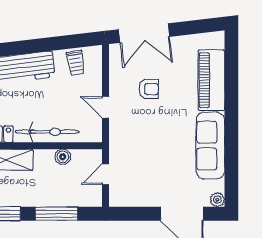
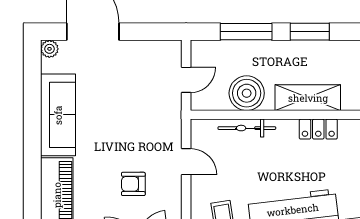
bicycle: (47, 132) -> (247, 128), width x0.73, depth x0.71
boiler: (63, 157) -> (247, 93), width x1.86, depth x1.86

